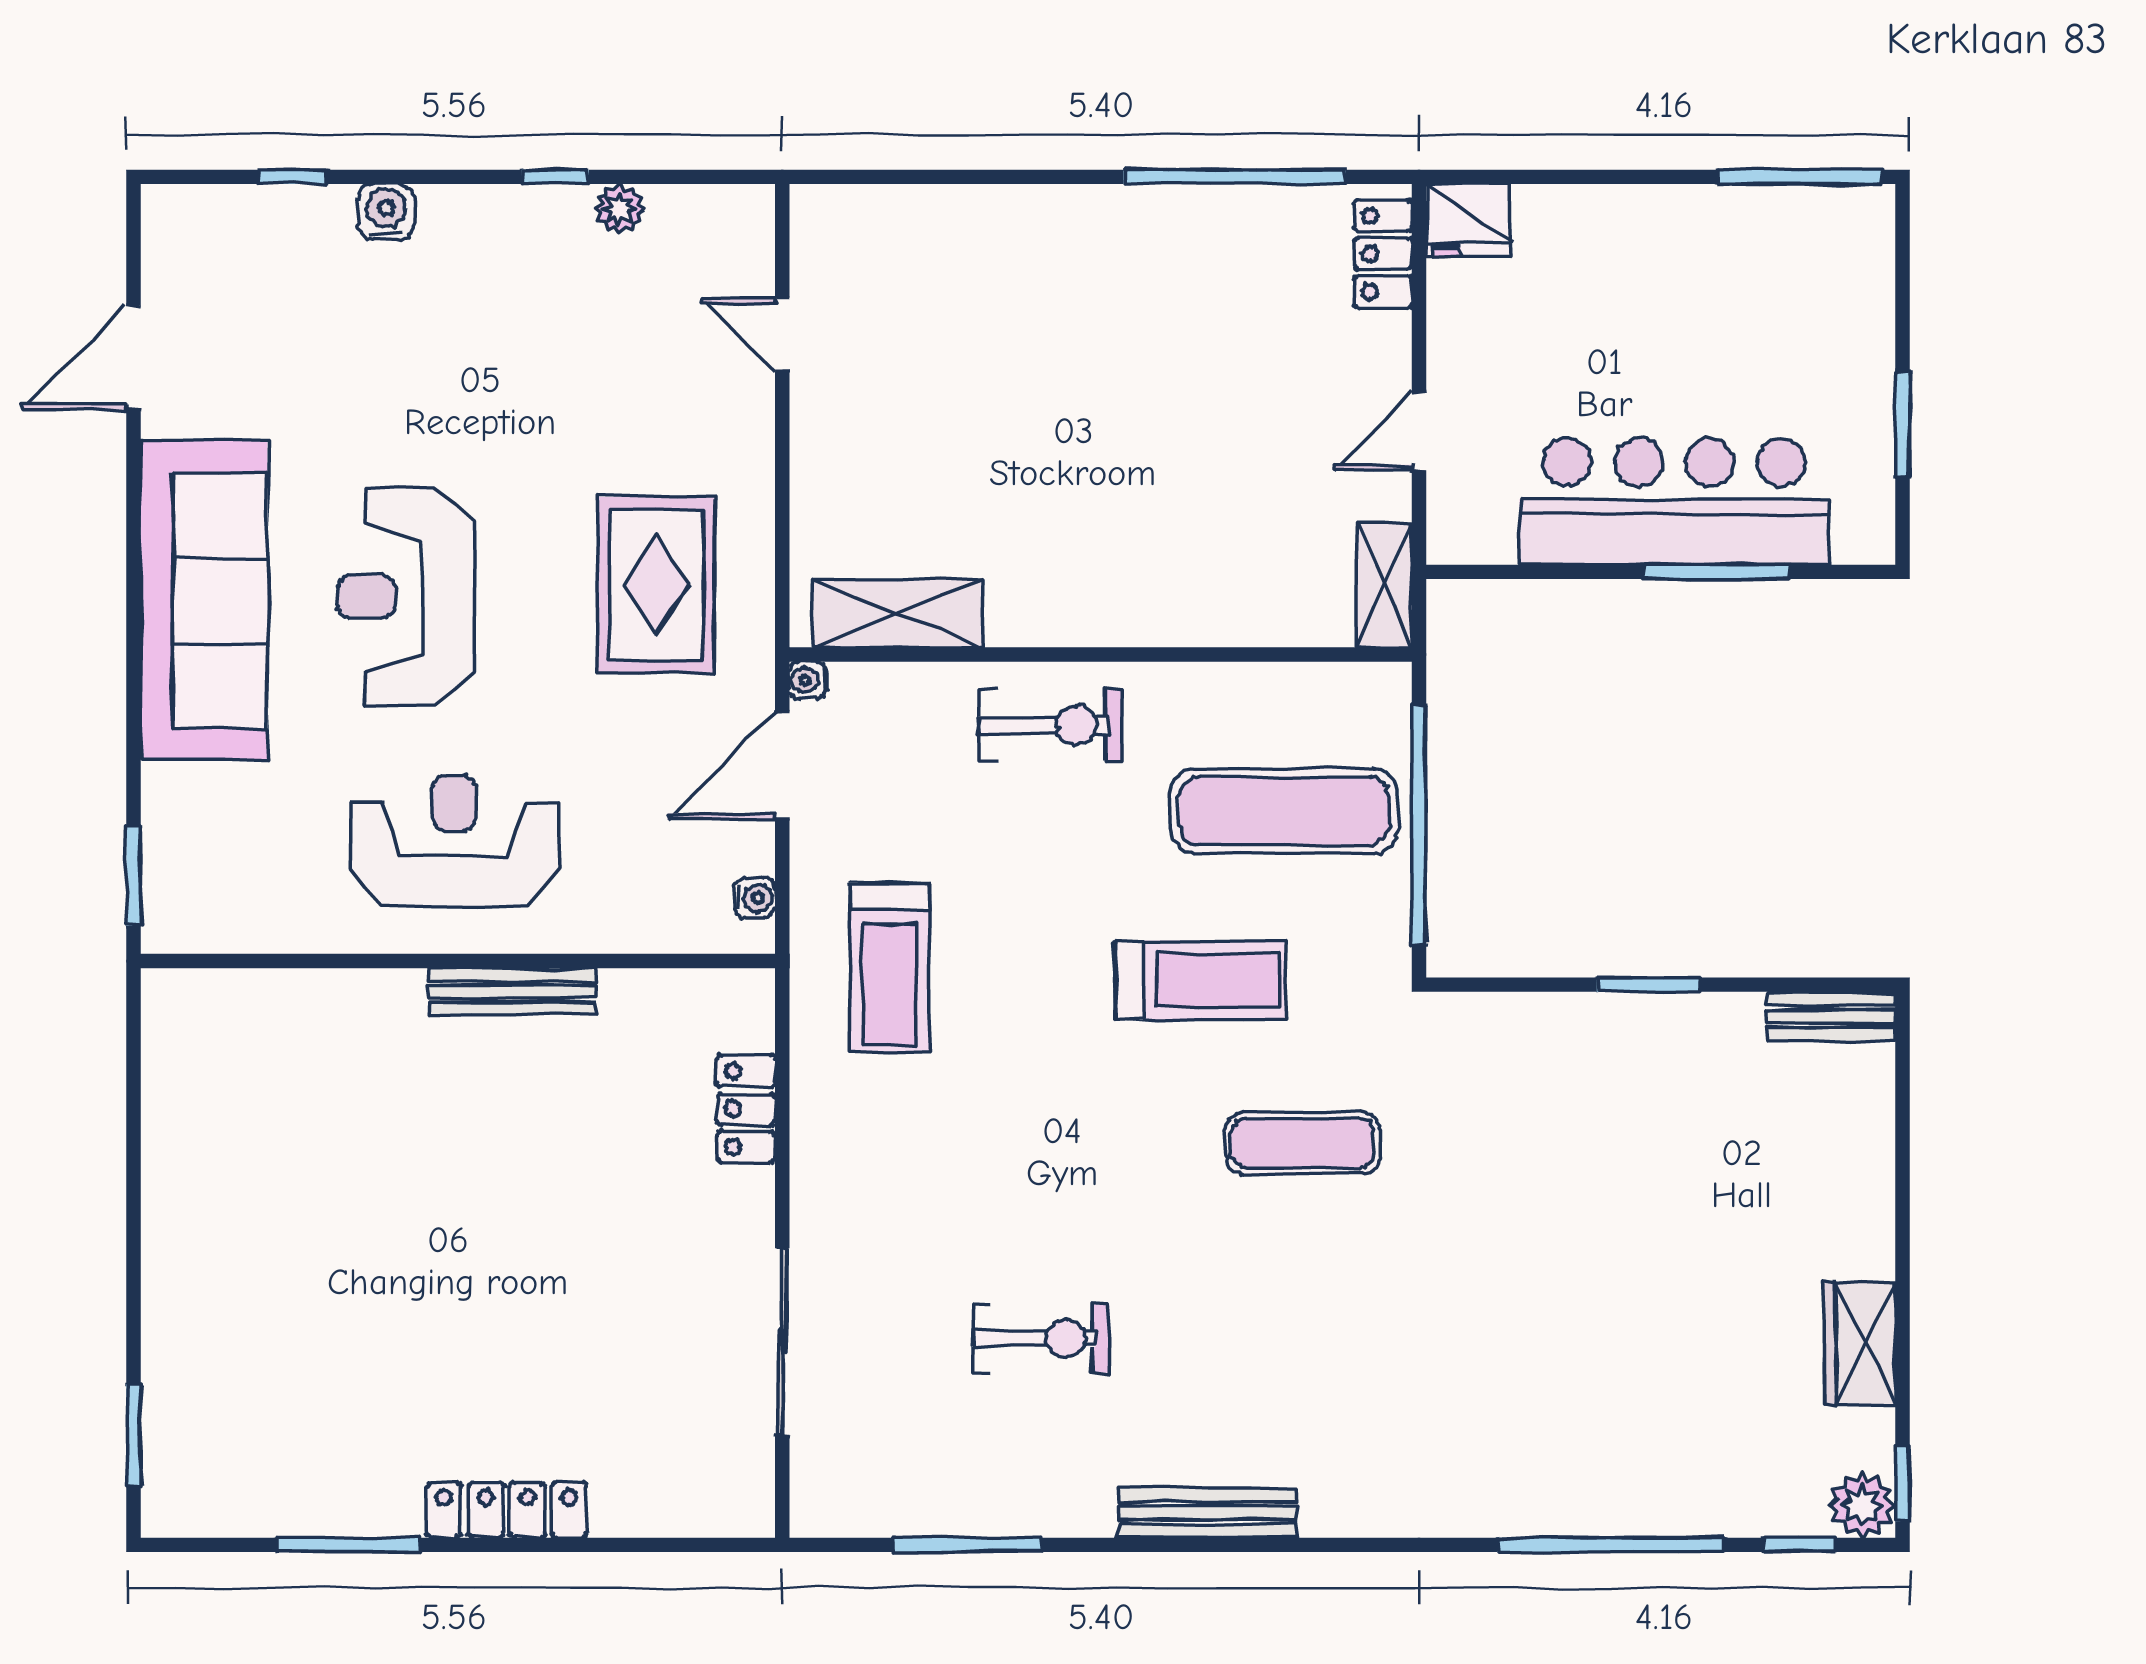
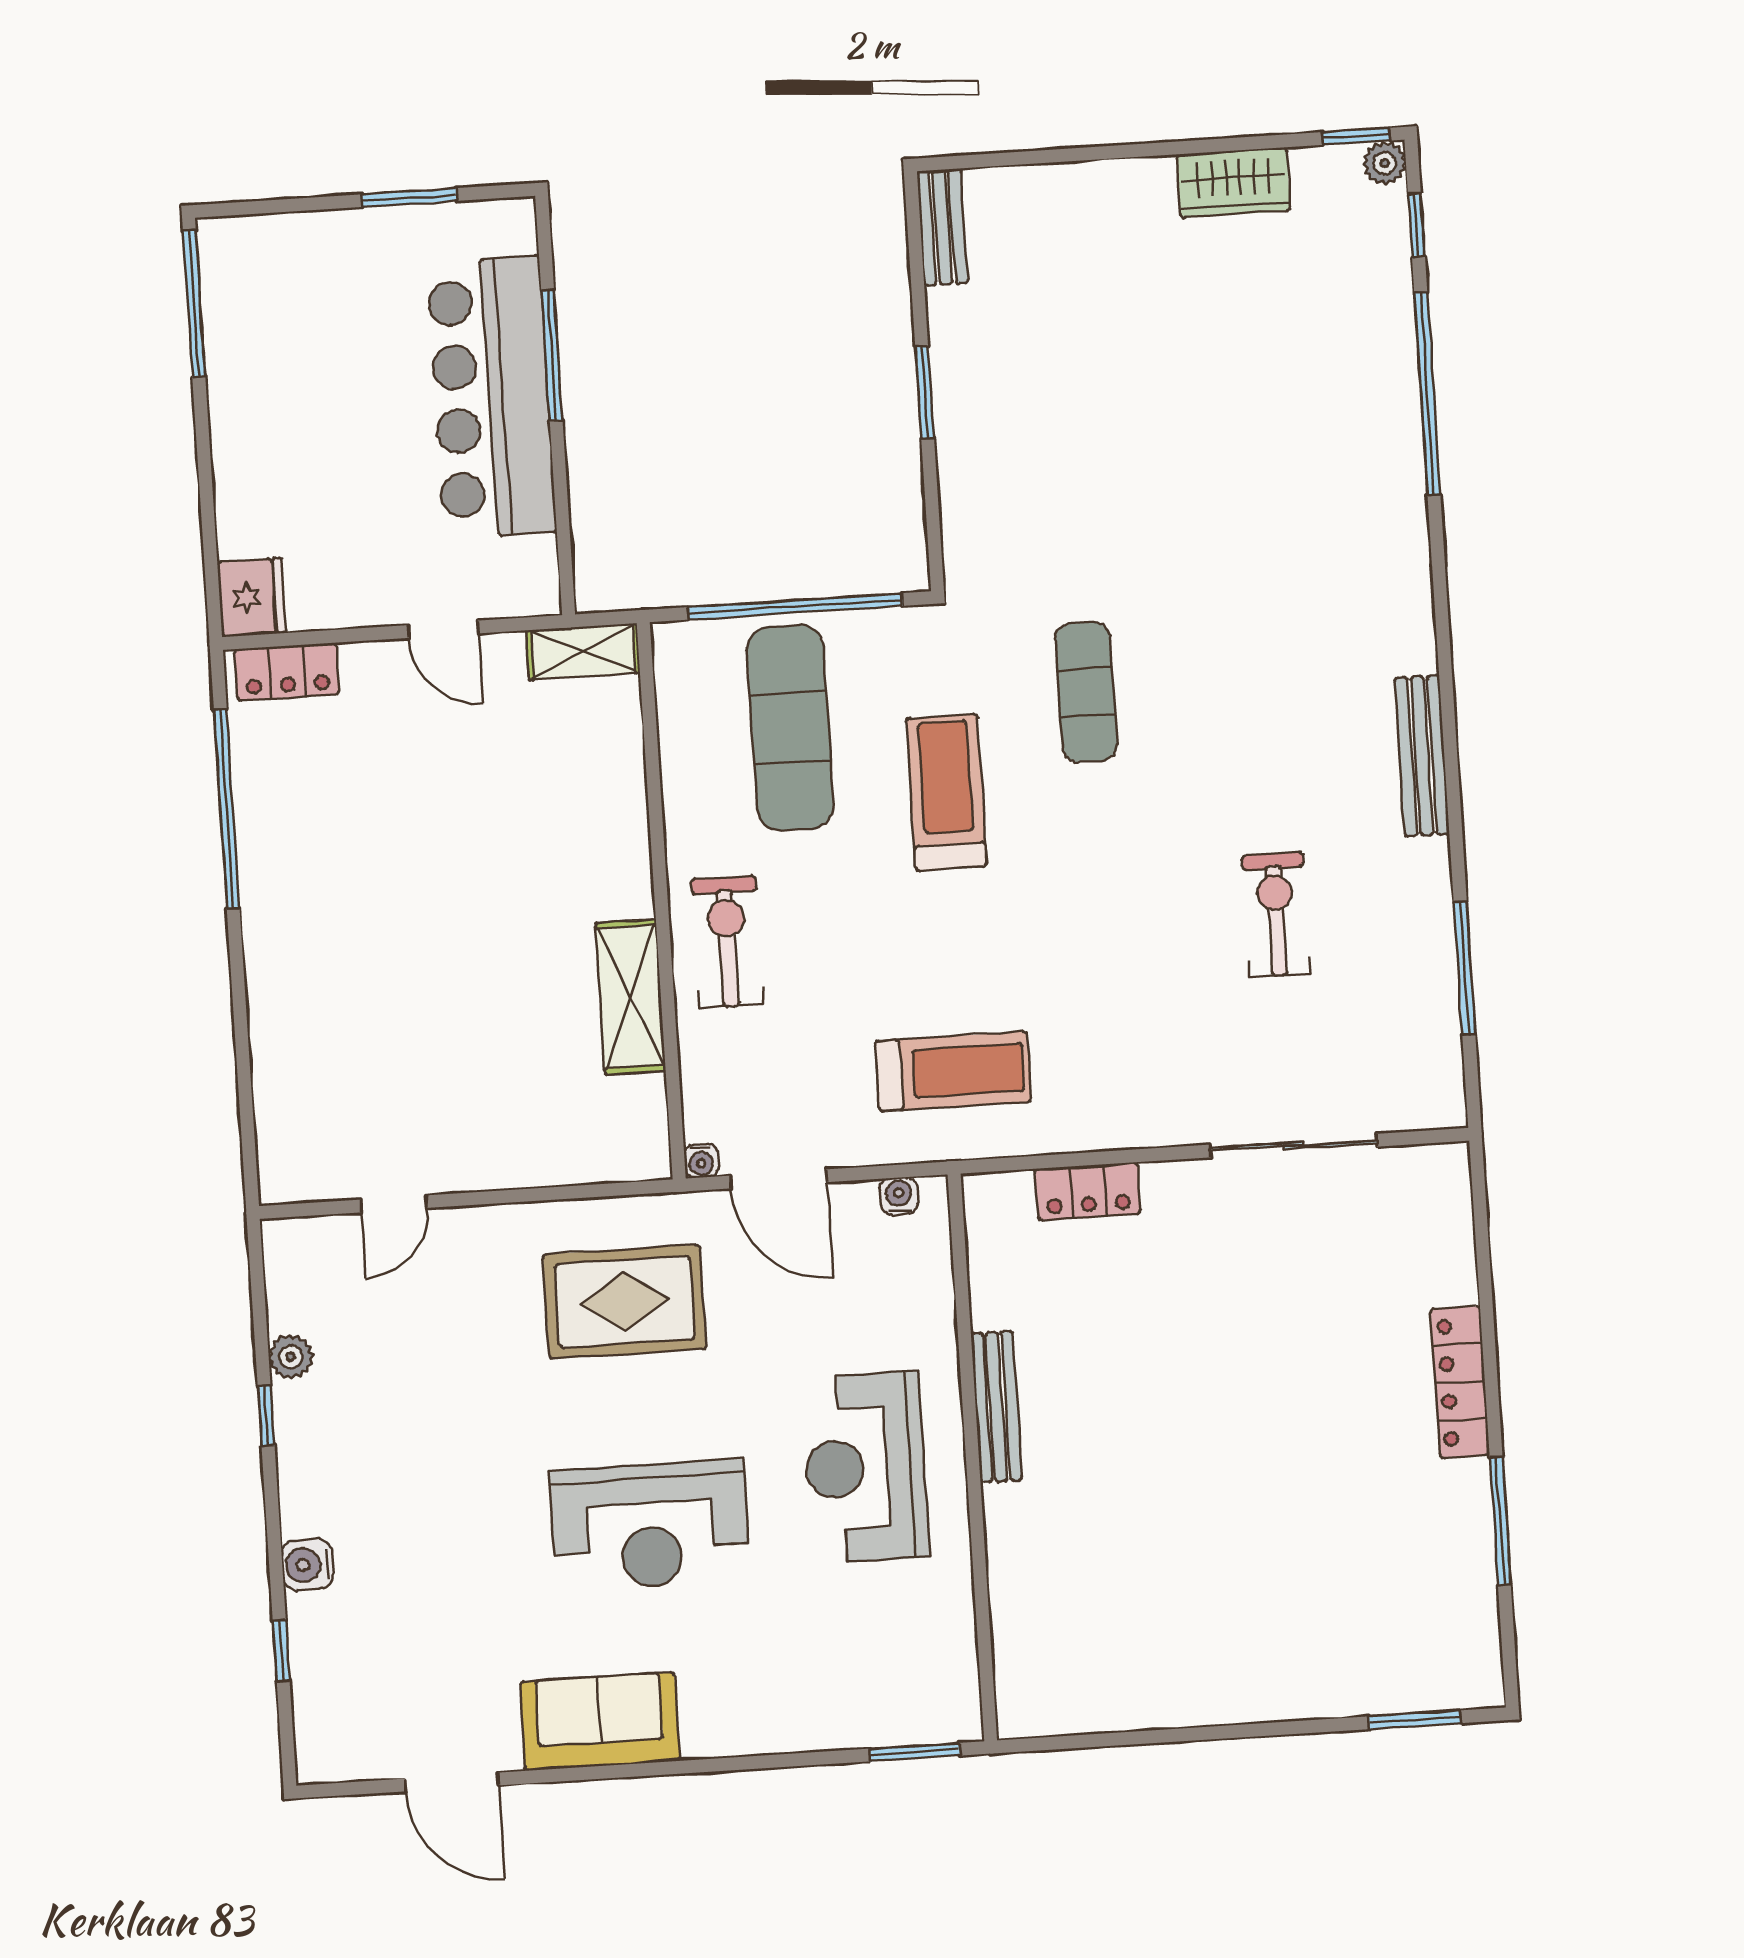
sofa: (204, 600) -> (600, 1721), width x0.54, depth x0.79
shelving: (898, 613) -> (631, 997), moved
plant: (1862, 1505) -> (1385, 163), width x0.73, depth x0.73

